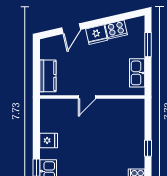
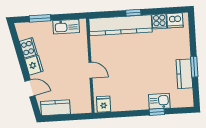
kitchen counter: (48, 76) -> (56, 108), moved
kitchen counter: (135, 133) -> (120, 25), added
fridge: (49, 140) -> (104, 104), moved

